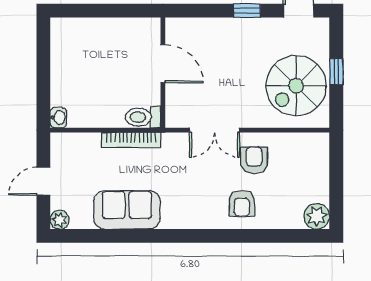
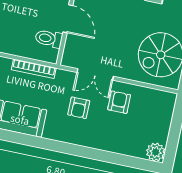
toilet: (143, 117) -> (49, 39), moved
armchair: (242, 203) -> (79, 108), moved

